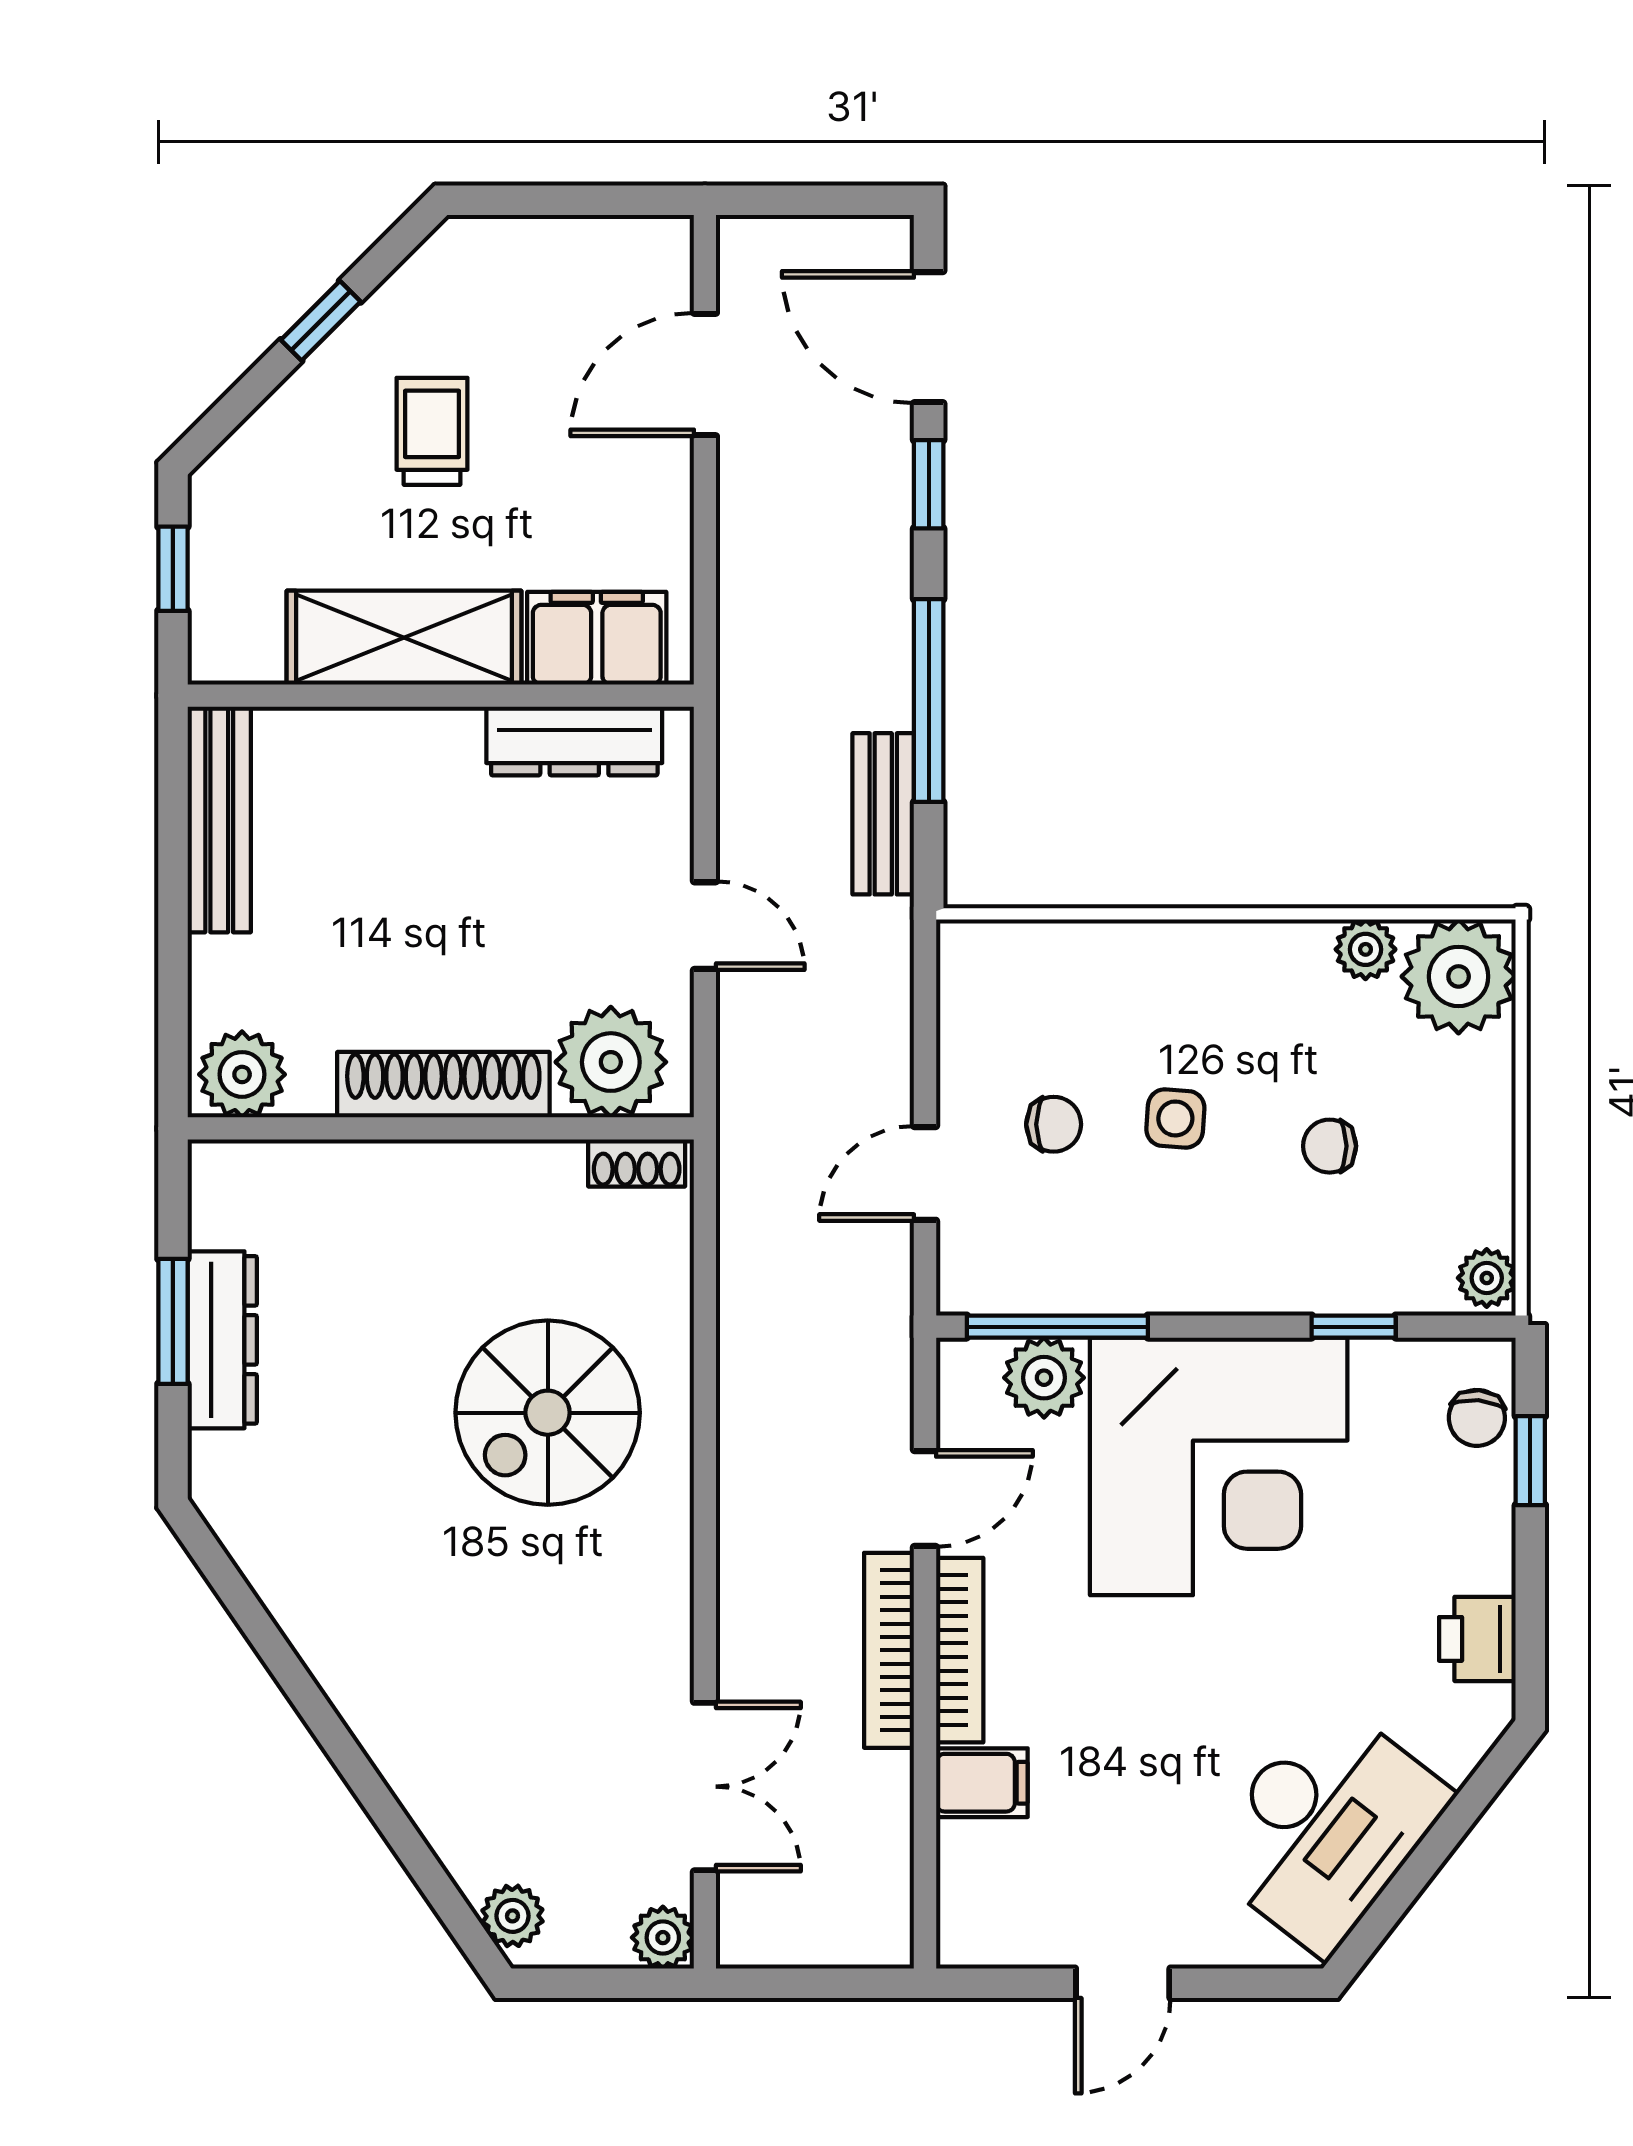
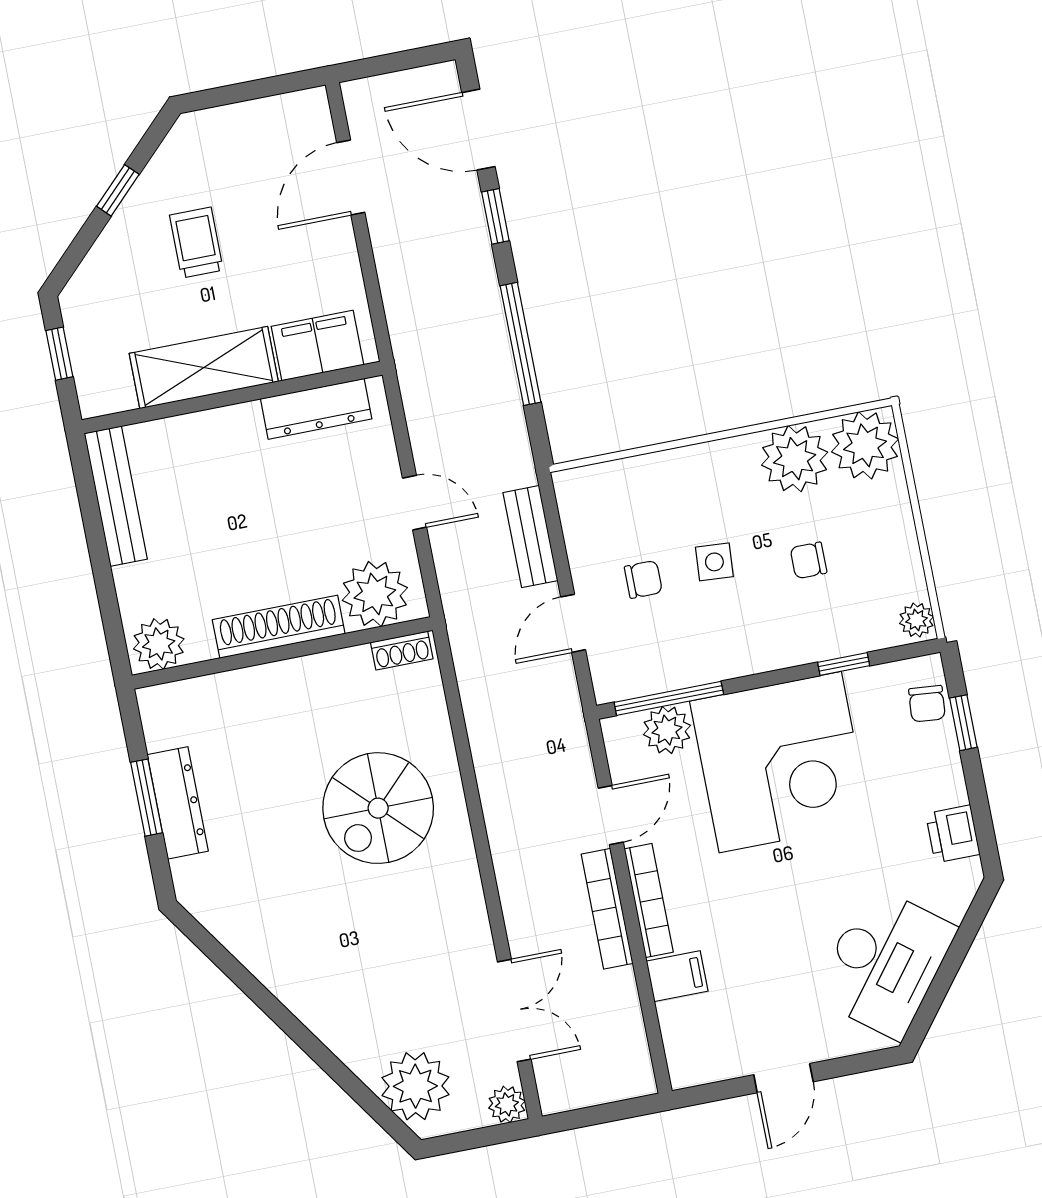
bench: (883, 814) -> (530, 537), moved
plant: (1366, 949) -> (795, 459), width x1.88, depth x1.88
plant: (512, 1916) -> (415, 1086), width x1.87, depth x1.87

